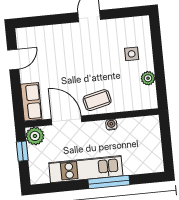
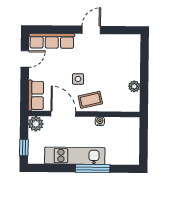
row of seats: (43, 34) -> (52, 41), added
side table: (132, 54) -> (78, 79), moved
window: (22, 151) -> (24, 148), moved

